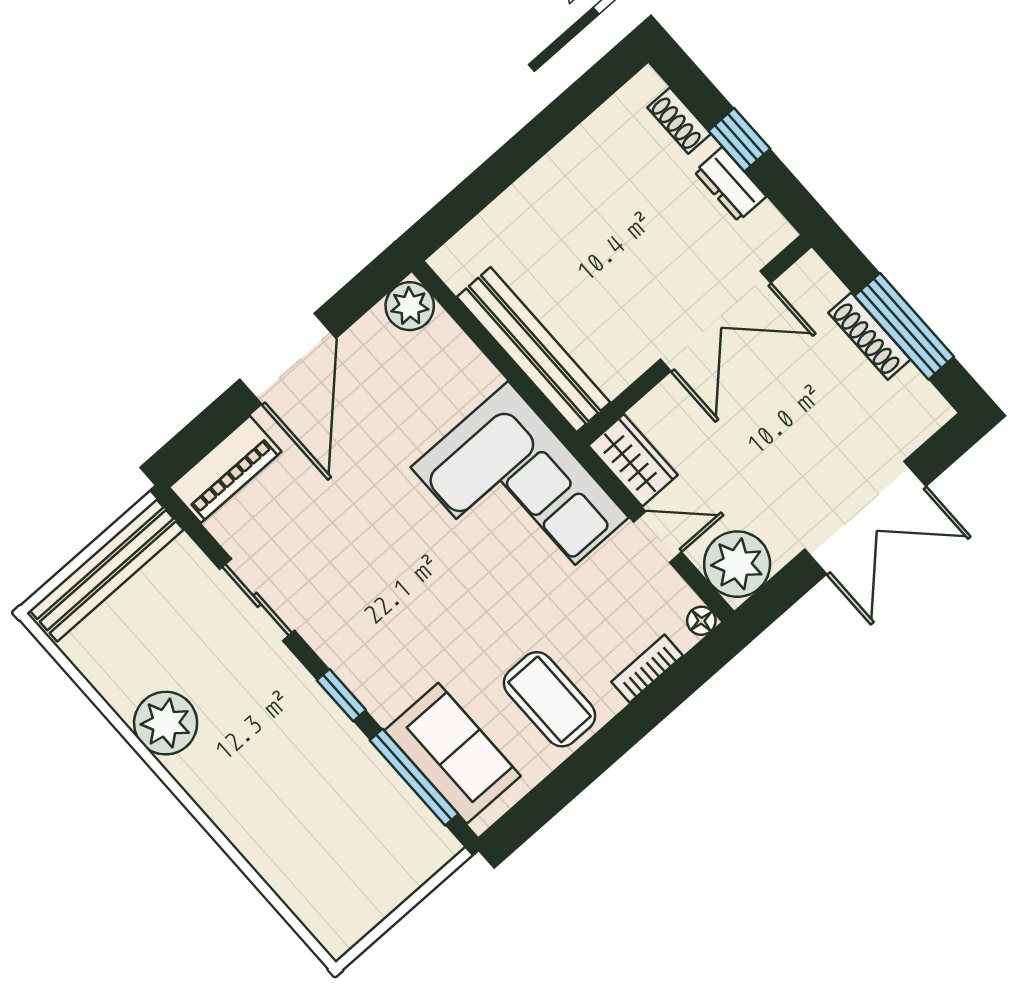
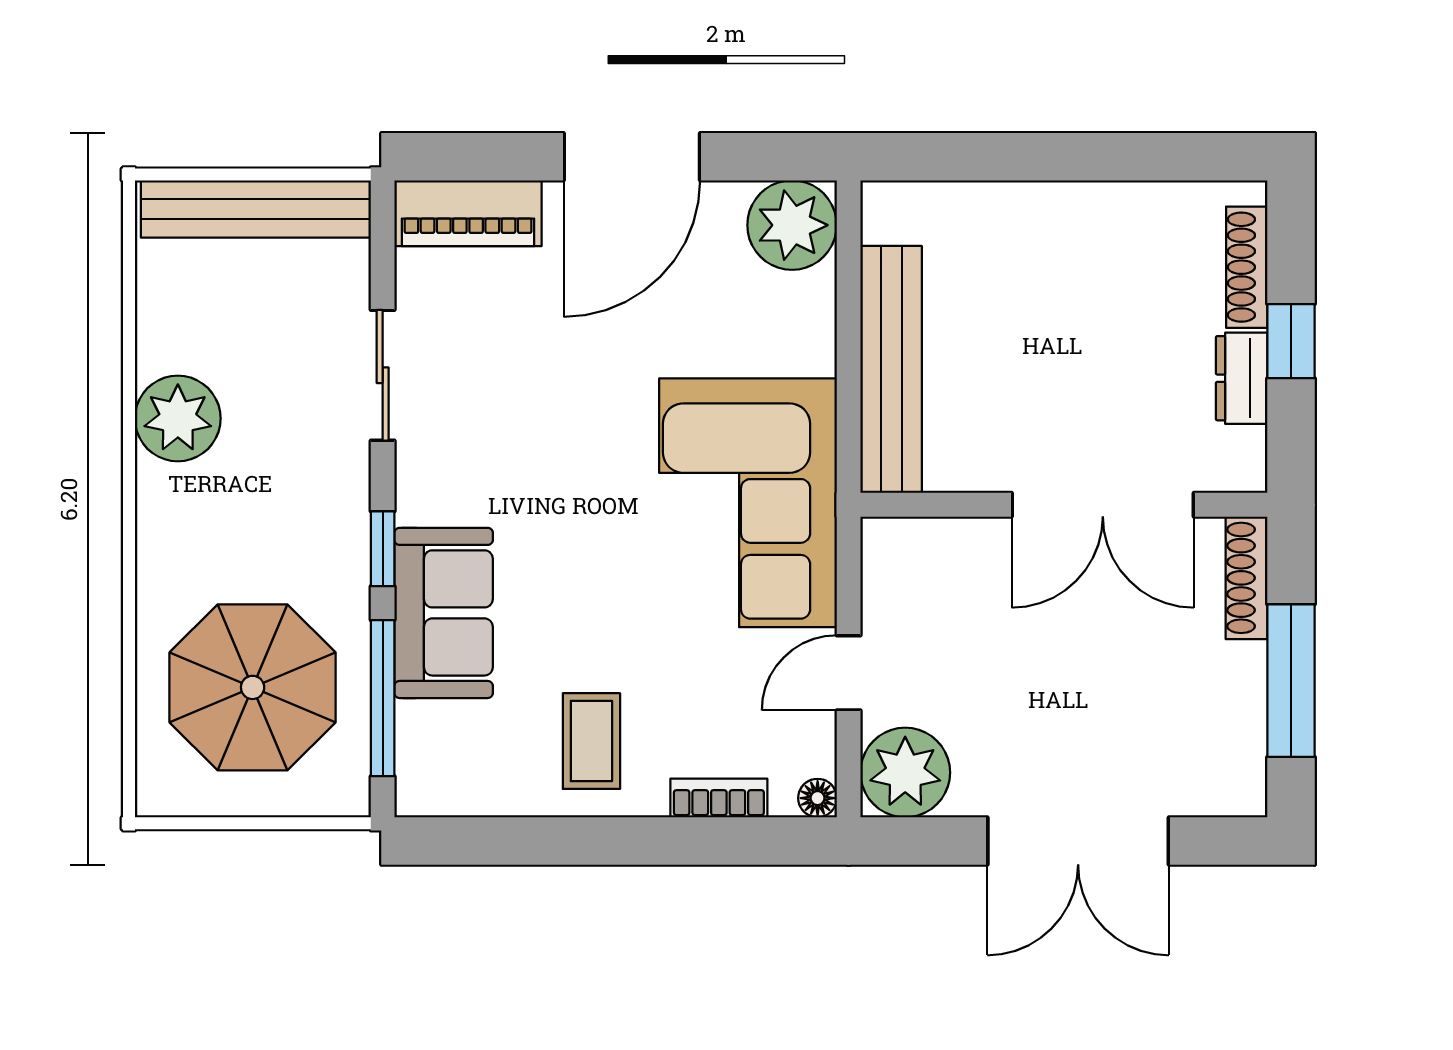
shoe rack: (679, 121) -> (1247, 267), width x1.43
plant: (410, 306) -> (792, 225), width x1.36, depth x1.36
shoe rack: (869, 336) -> (1246, 578), moved
wardrobe: (633, 460) -> (893, 572), removed
door: (658, 537) -> (849, 673), swing flipped
coffee table: (549, 699) -> (591, 741), width x0.73, depth x0.77
sofa: (453, 753) -> (444, 613), moved
parasol: (337, 834) -> (253, 687), added

